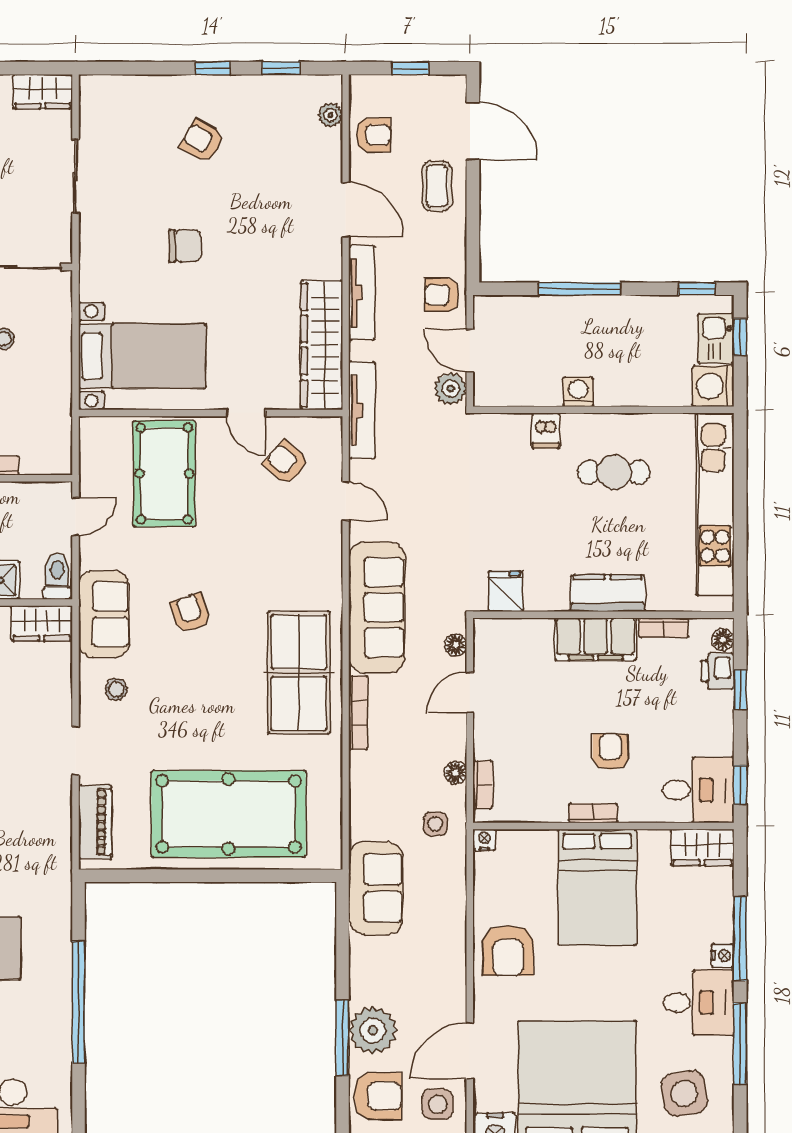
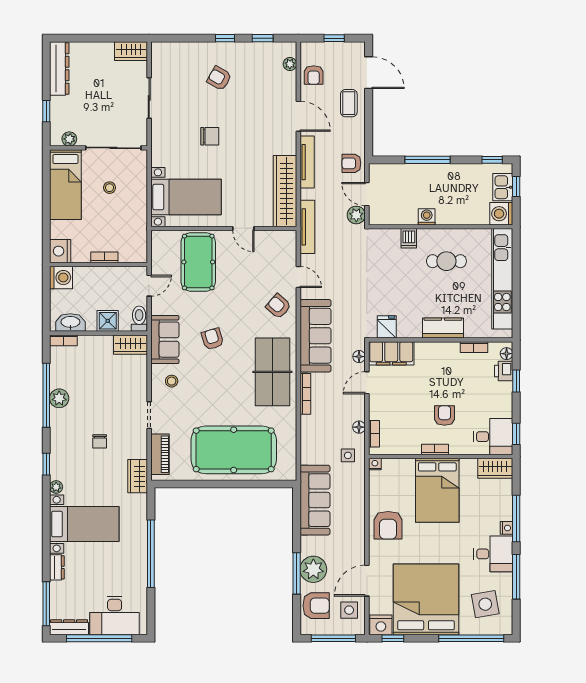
armchair: (373, 135) -> (314, 75), turned 90
armchair: (286, 462) -> (278, 306), moved
filing cabinet: (596, 639) -> (391, 353), moved
wardrobe: (55, 861) -> (138, 476), added
sofa: (376, 888) -> (315, 500), width x1.36

